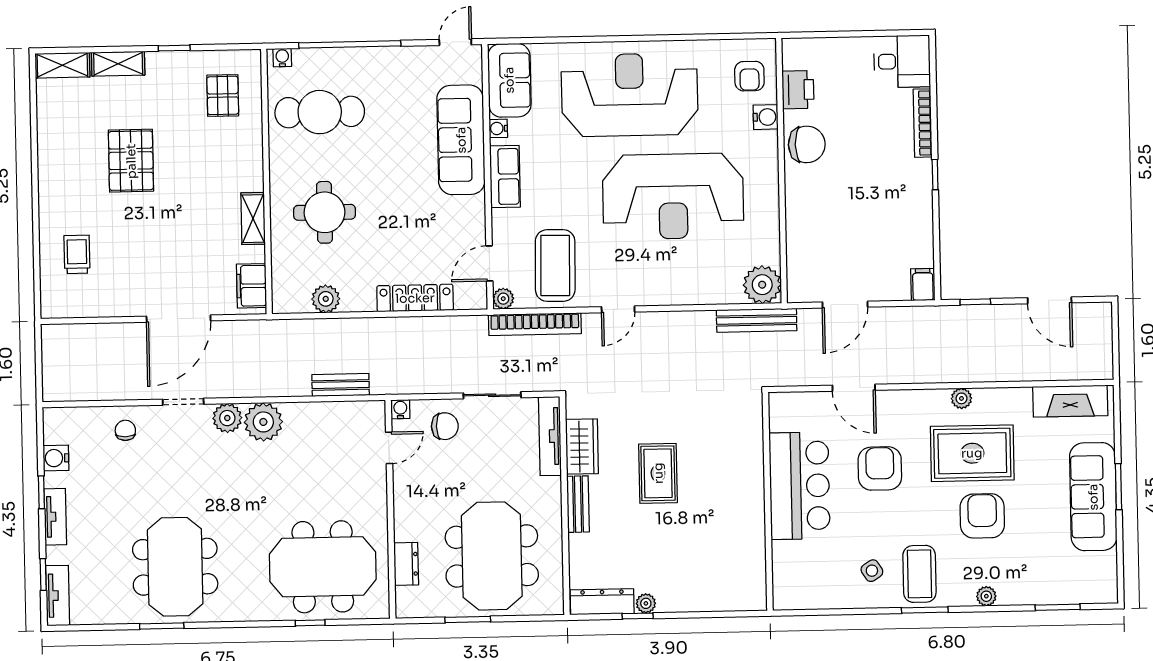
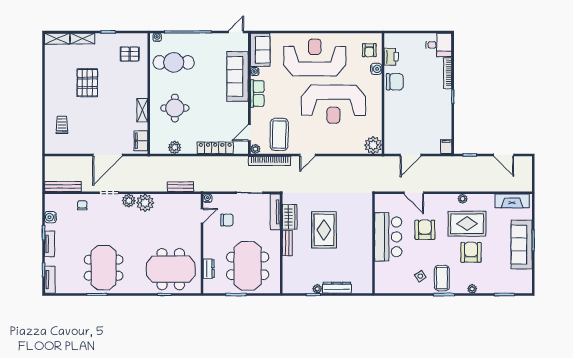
pallet: (223, 95) -> (130, 54), turned 90
bench: (757, 320) -> (63, 187), moved
chair: (445, 426) -> (227, 220), moved
rug: (658, 473) -> (324, 230), width x1.36, depth x1.43
dresser: (602, 602) -> (337, 288), moved

